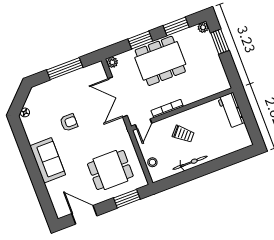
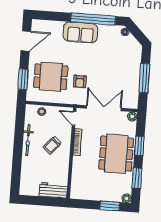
armchair: (69, 122) -> (80, 81), moved
window: (27, 153) -> (93, 19), added
dining table: (110, 170) -> (51, 77), turned 90

